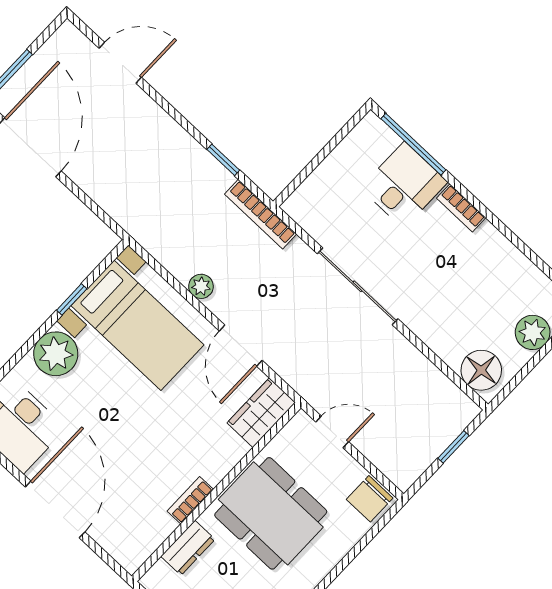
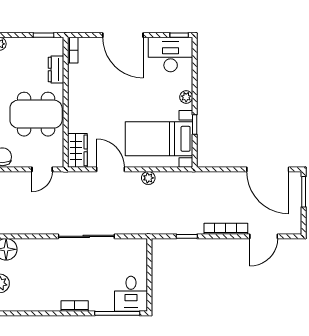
desk: (404, 185) -> (131, 294), moved
bookcase: (261, 214) -> (226, 229), moved
plant: (56, 354) -> (186, 97), width x0.53, depth x0.53
bookcase: (190, 500) -> (73, 50), moved

